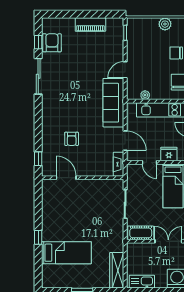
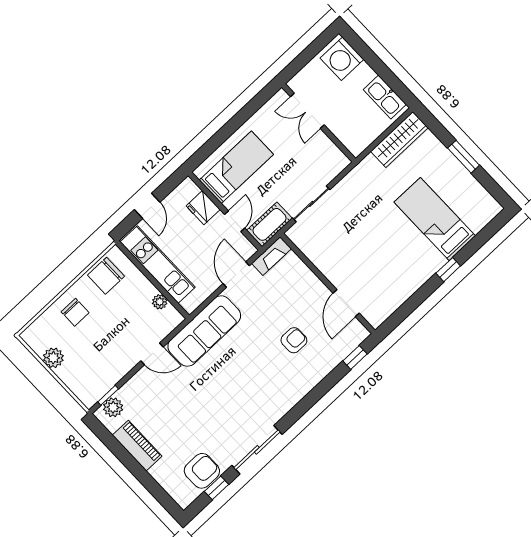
plant: (118, 30) -> (113, 407), added
armchair: (52, 43) -> (202, 471), turned 180
cot: (141, 233) -> (269, 224), moved, turned 90

